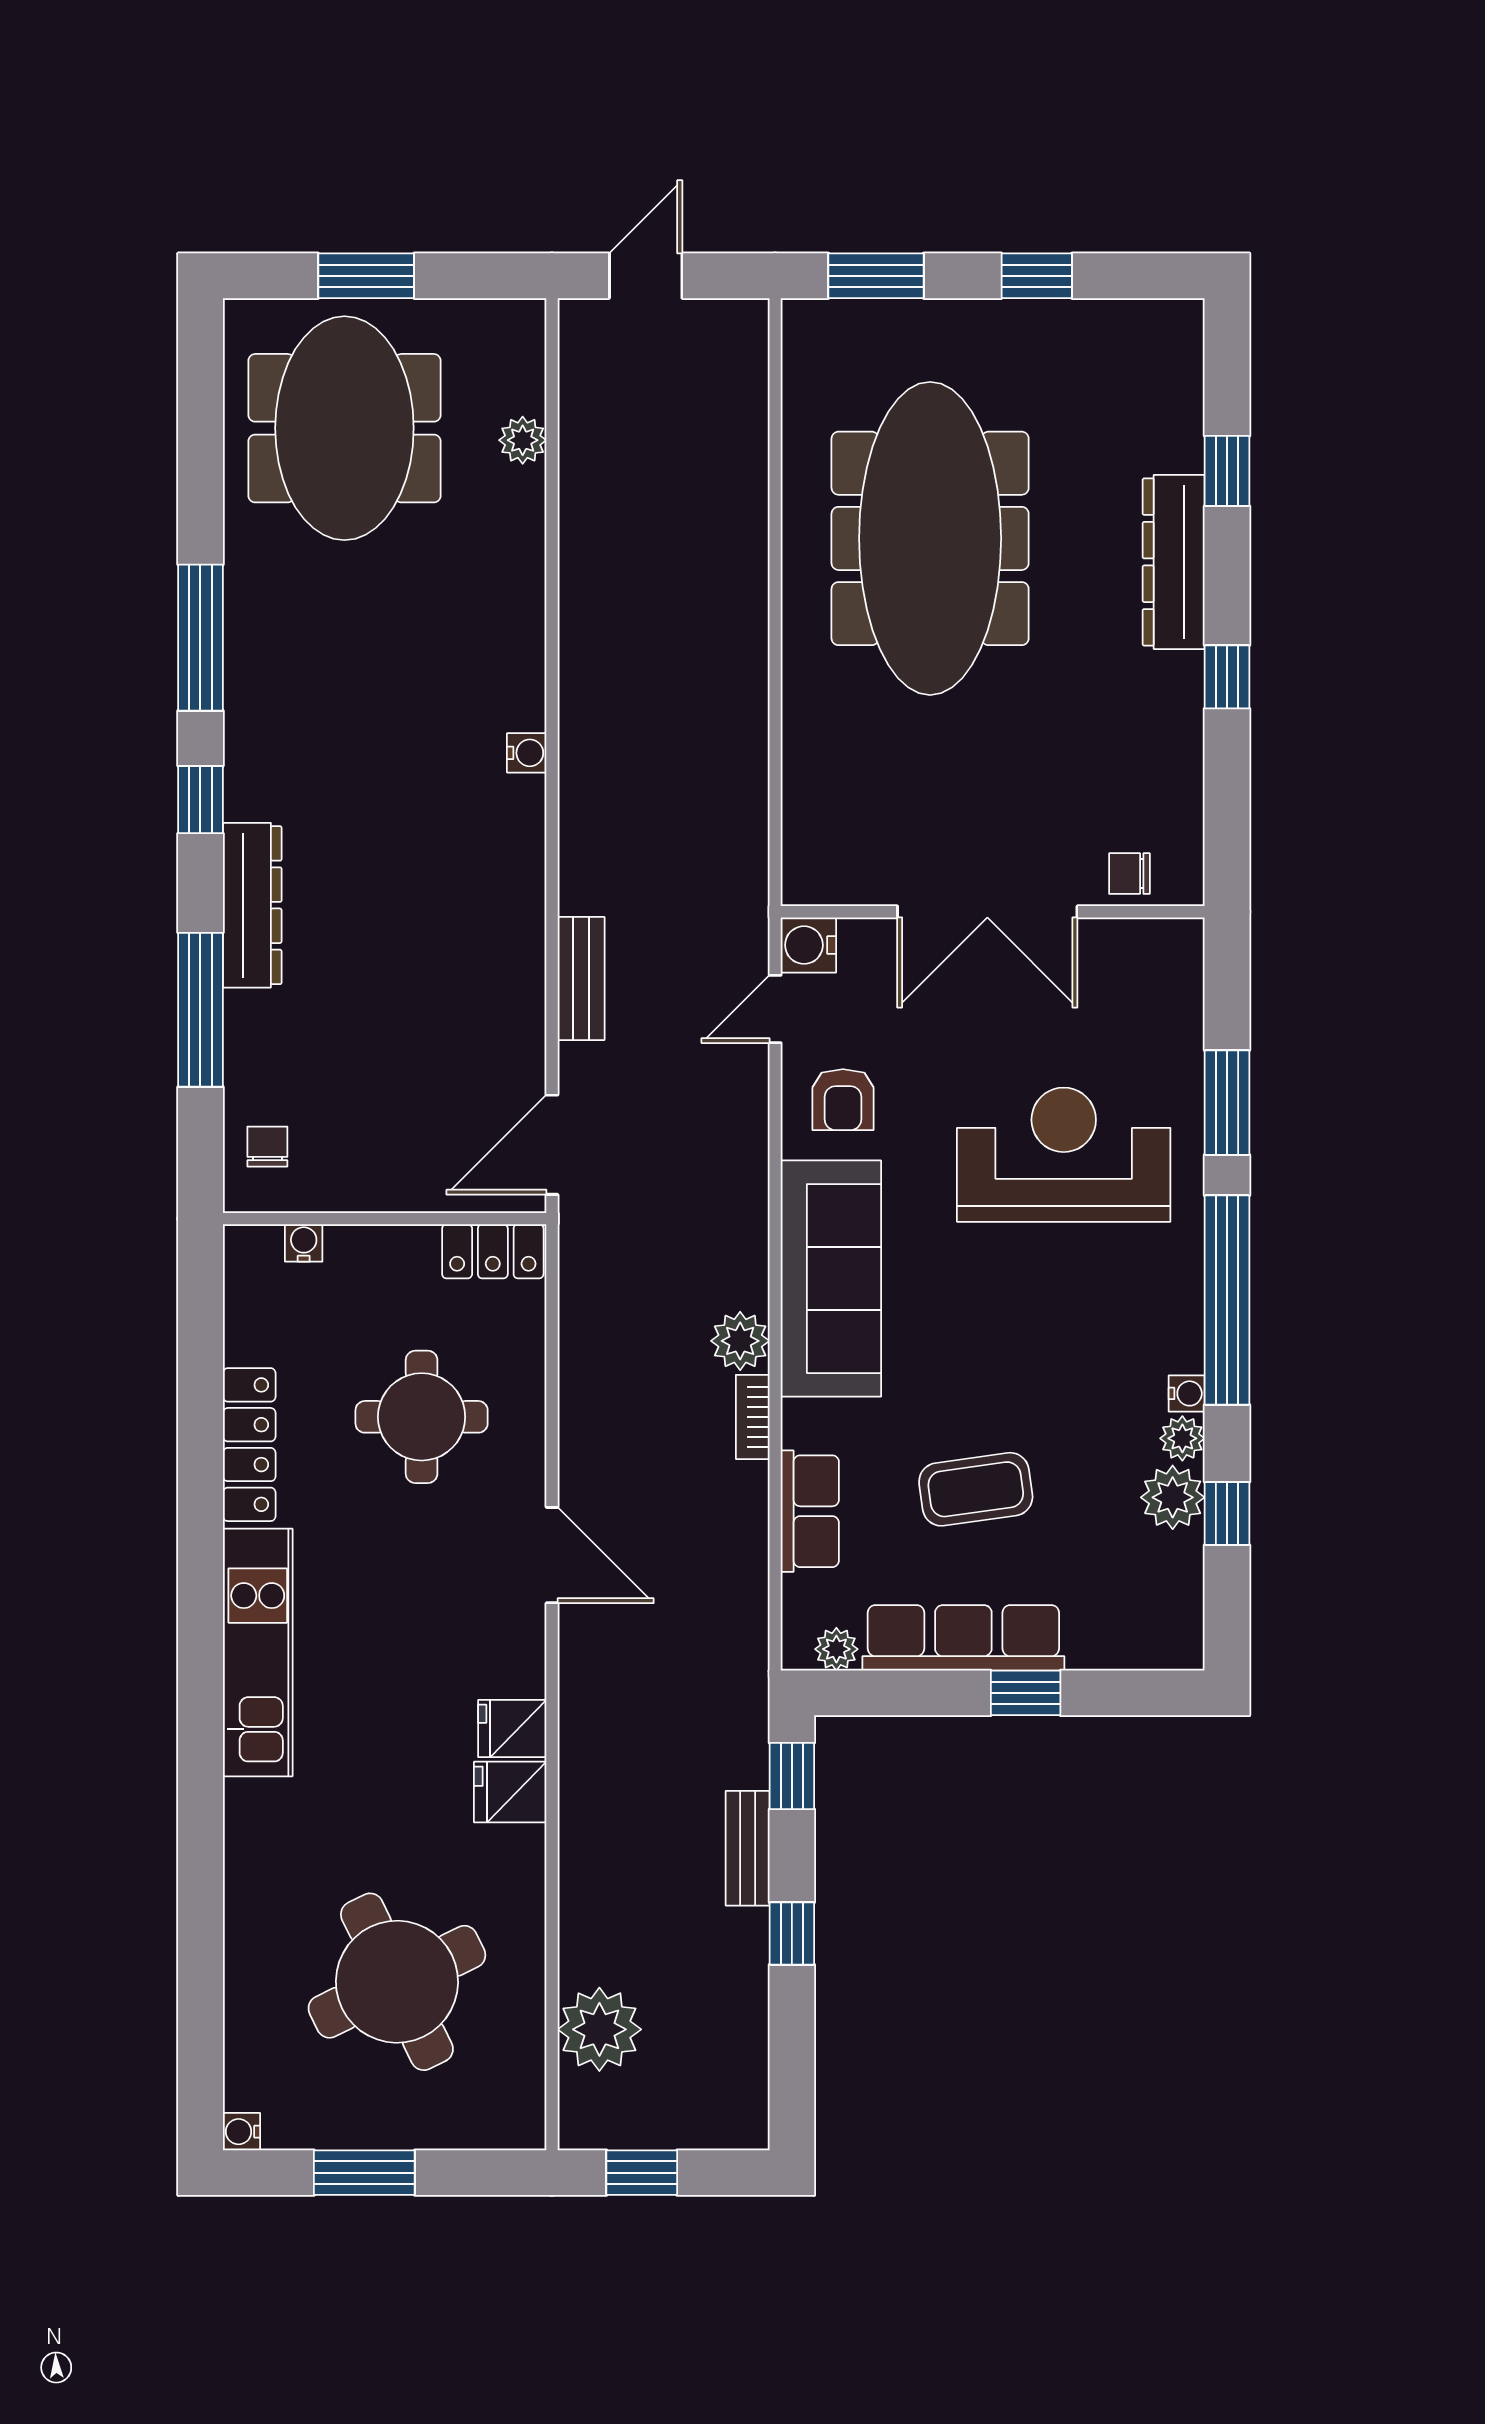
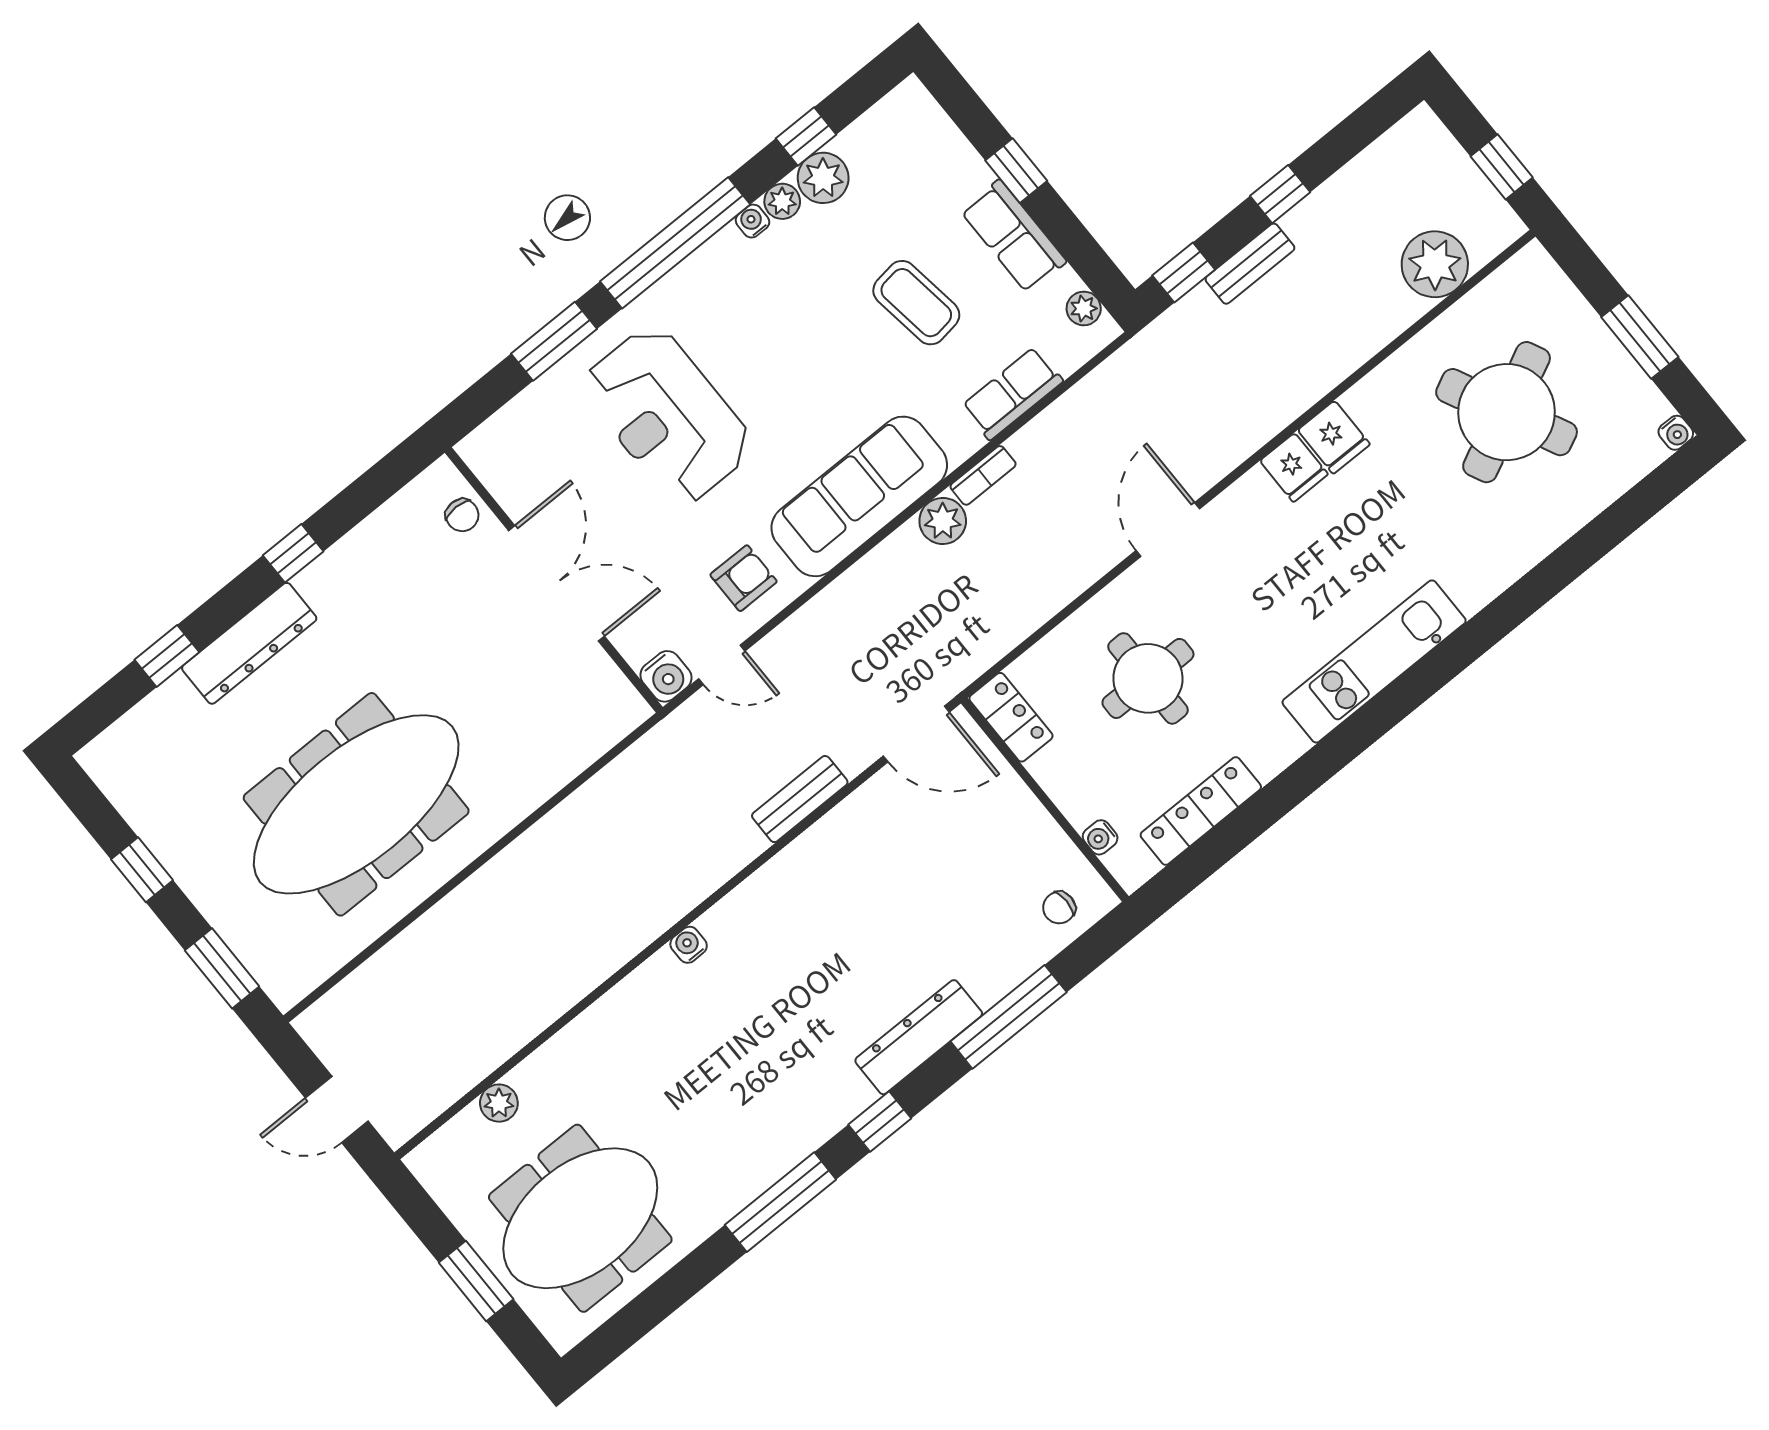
locker: (249, 1445) -> (1201, 811), moved
row of seats: (963, 1638) -> (1014, 236), width x0.68

